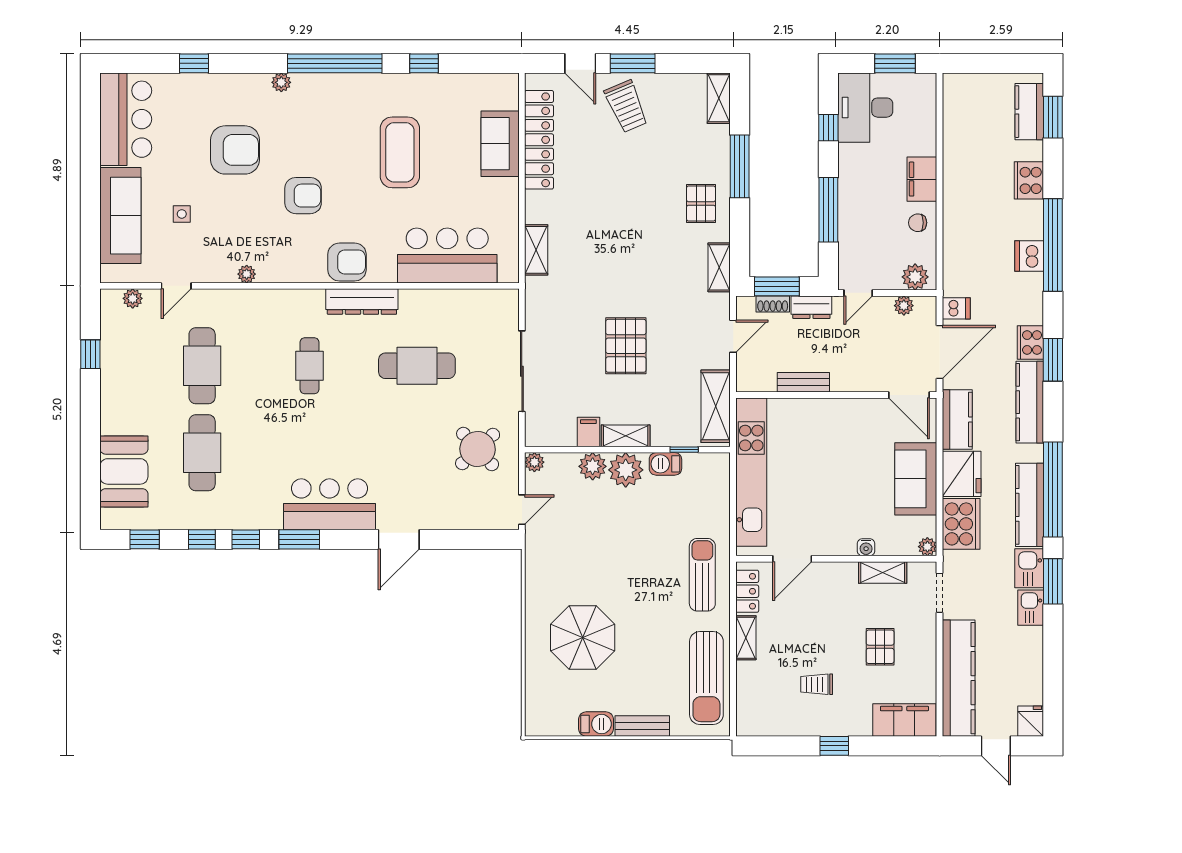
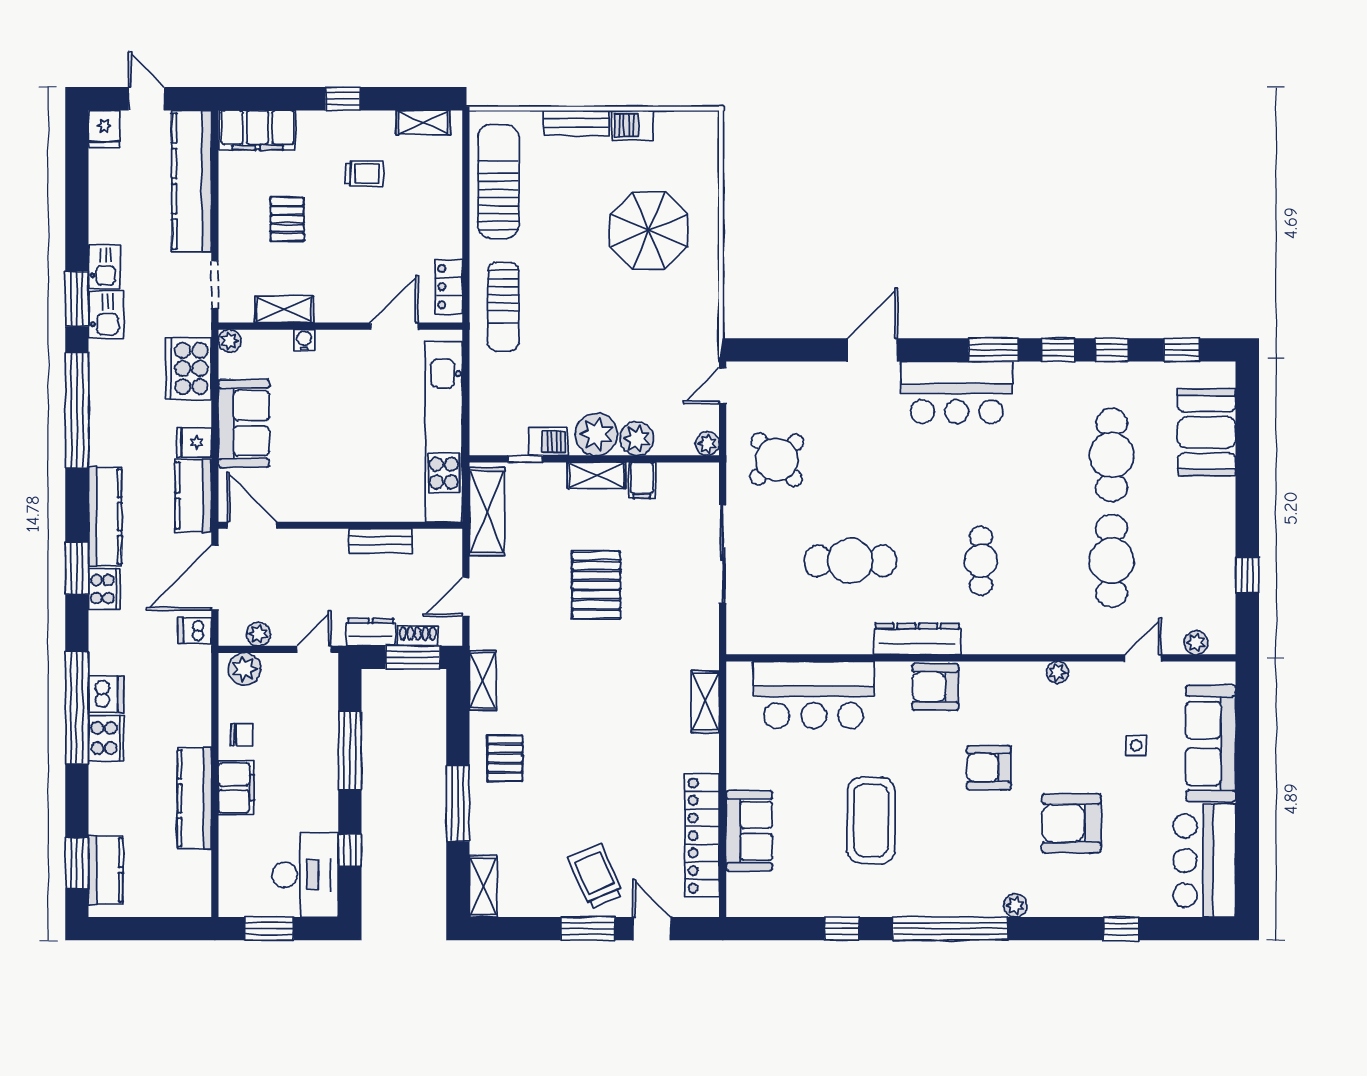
cooker: (1029, 180) -> (106, 738), moved
fridge: (962, 474) -> (194, 442), width x0.53, depth x0.75
kitchen counter: (1030, 505) -> (194, 798), moved, turned 180
shelving: (746, 638) -> (423, 122), moved, turned 90

